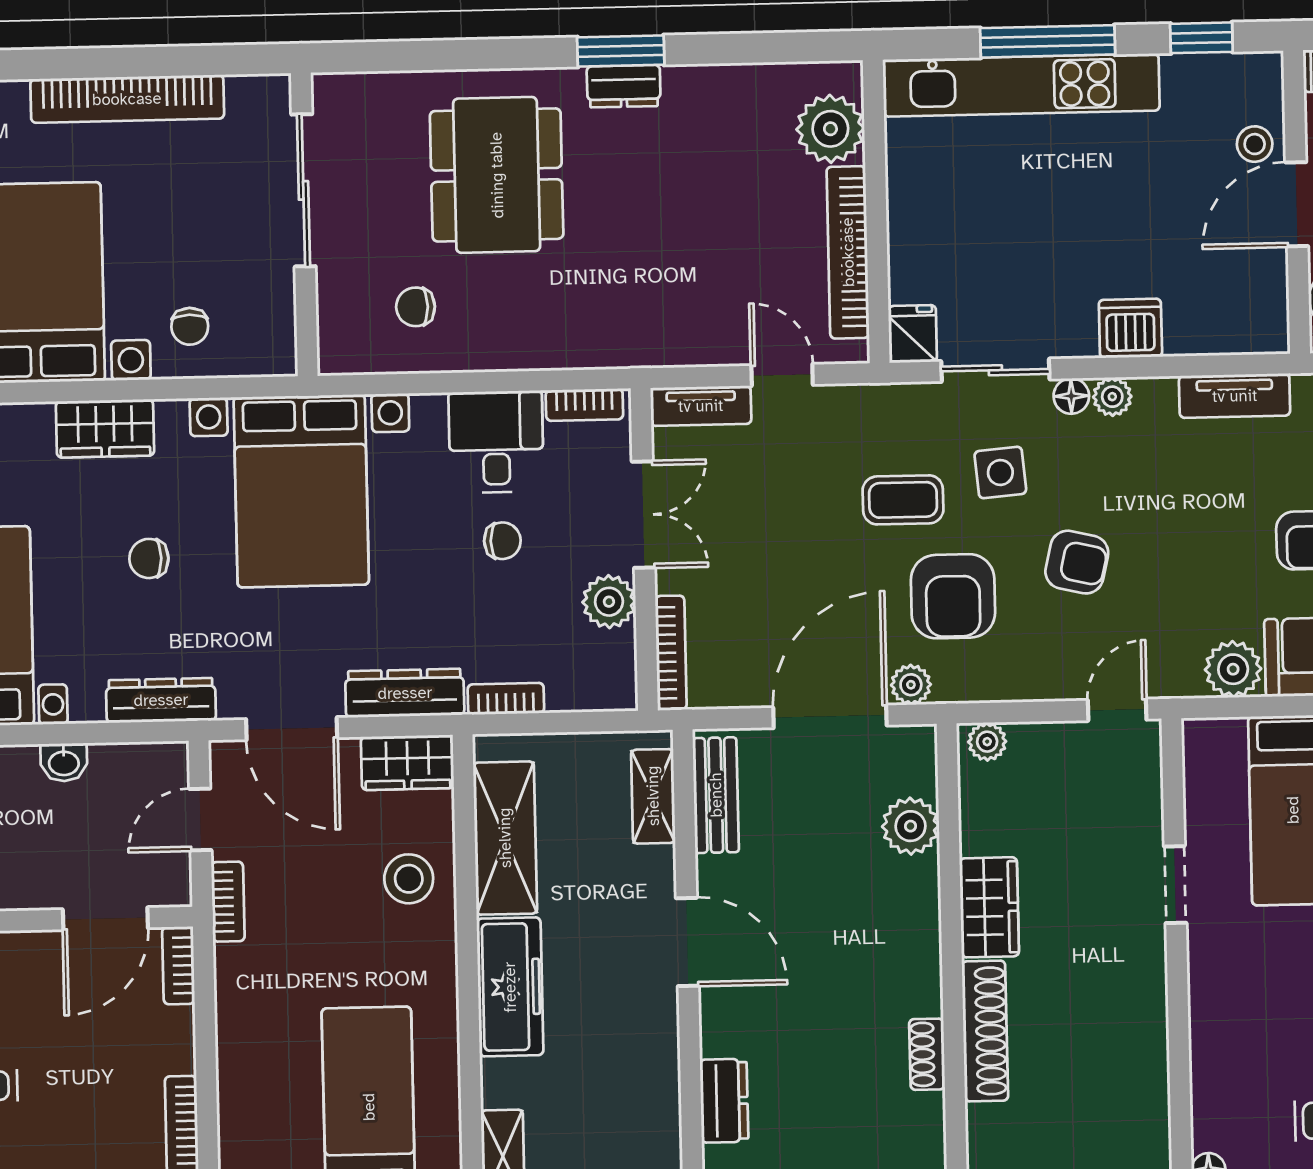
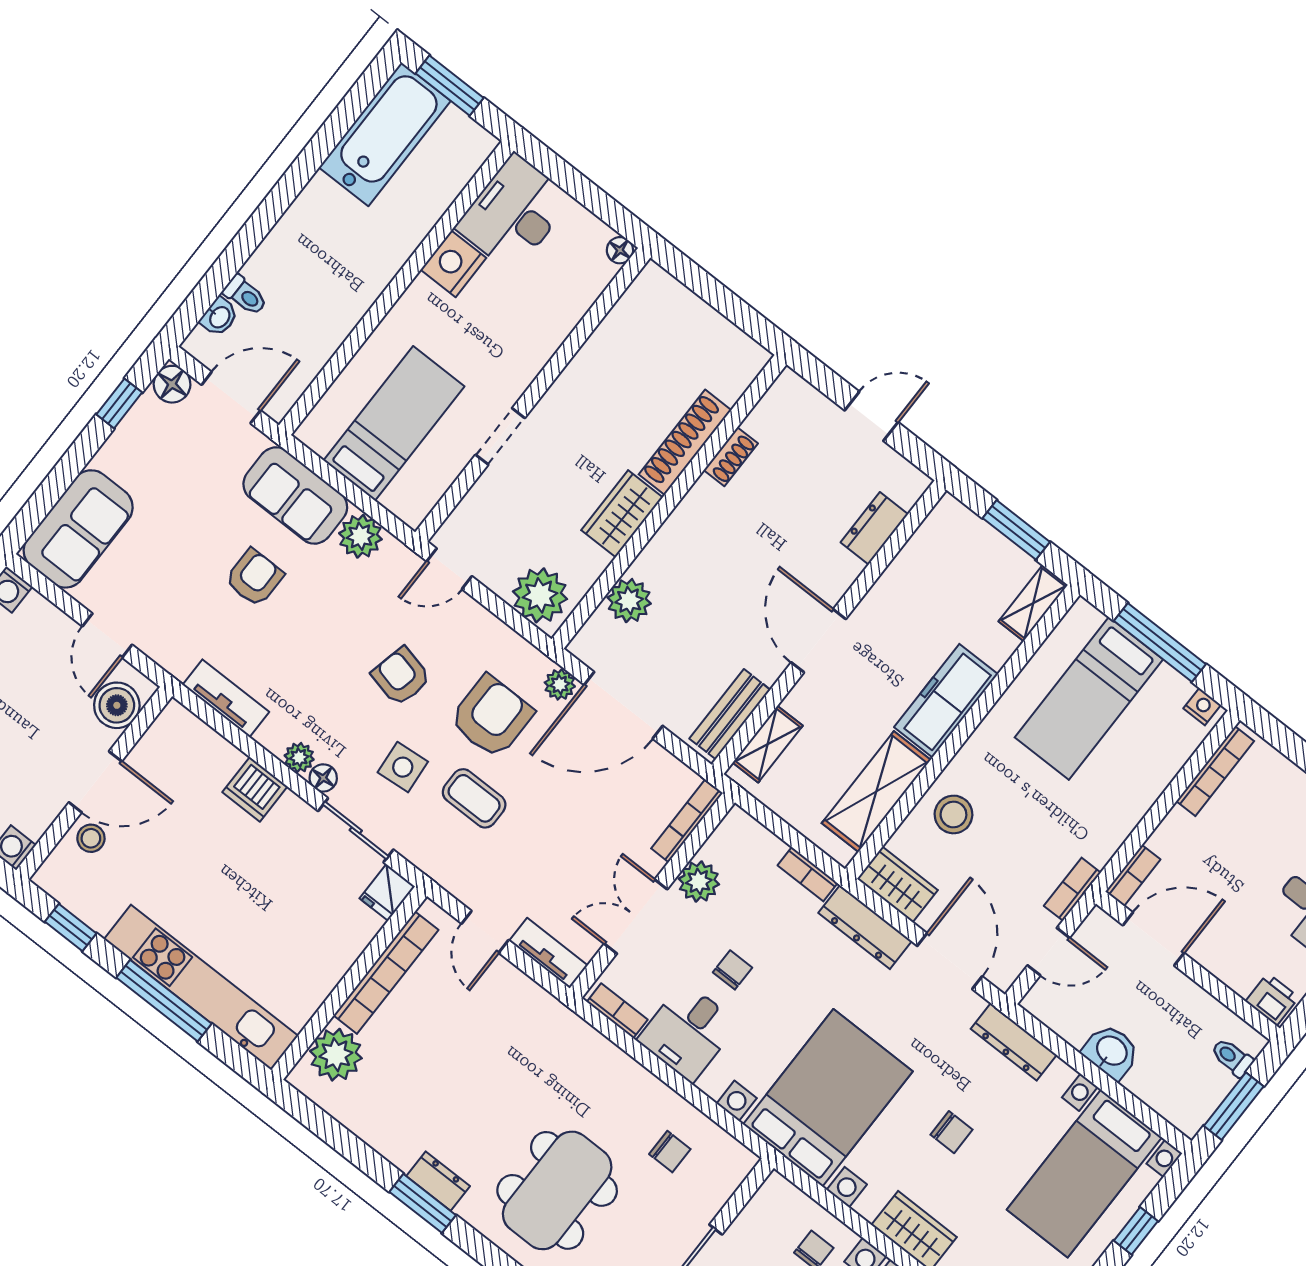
chair: (502, 541) -> (732, 970), turned 90
plant: (987, 742) -> (540, 595), width x1.88, depth x1.88
washbasin: (64, 762) -> (1111, 1052), width x1.38, depth x1.45

